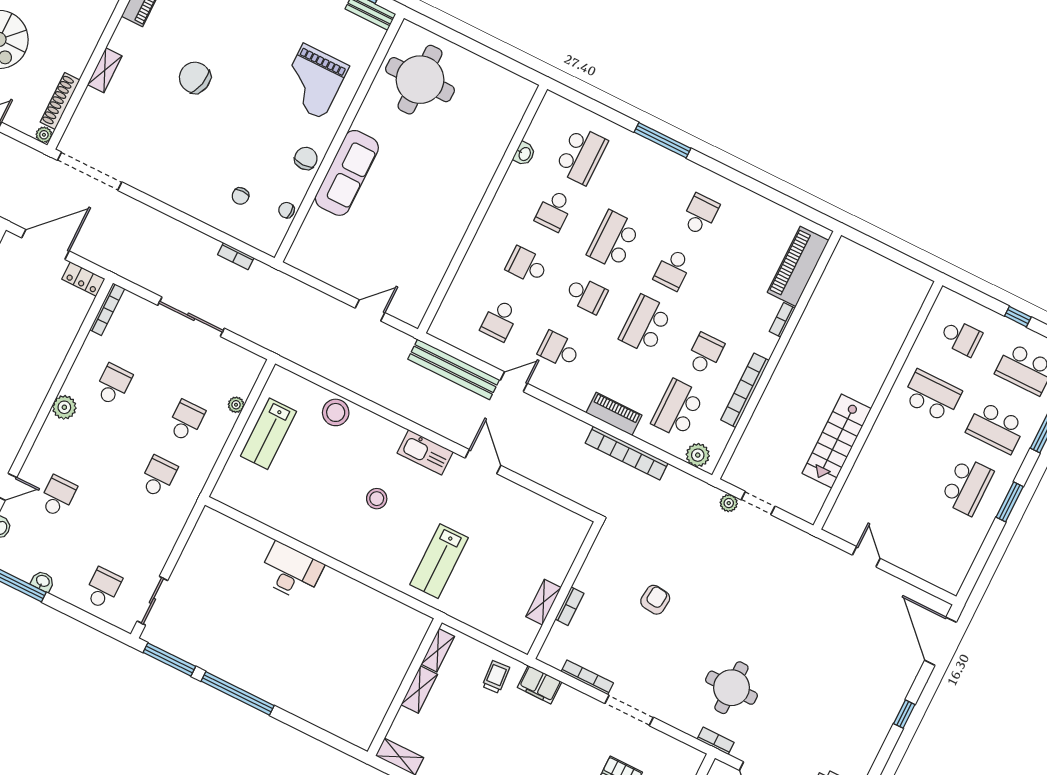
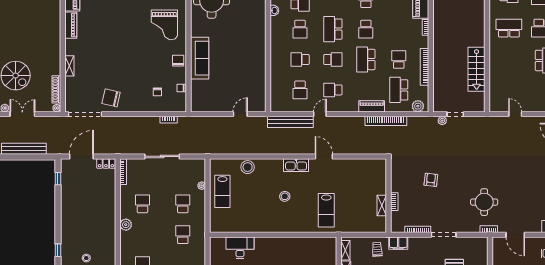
chair: (195, 78) -> (111, 98), moved
desk: (291, 572) -> (240, 248), moved

